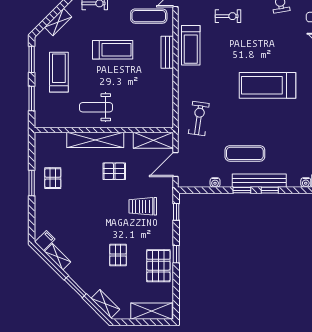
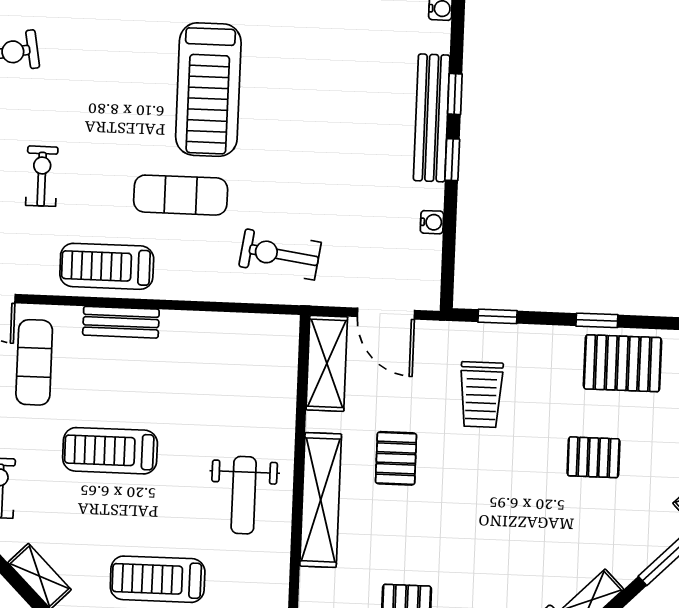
treadmill: (191, 45) -> (107, 266), turned 180
treadmill: (113, 50) -> (110, 451), turned -90
exercise mat: (245, 153) -> (181, 195), moved, turned 90

